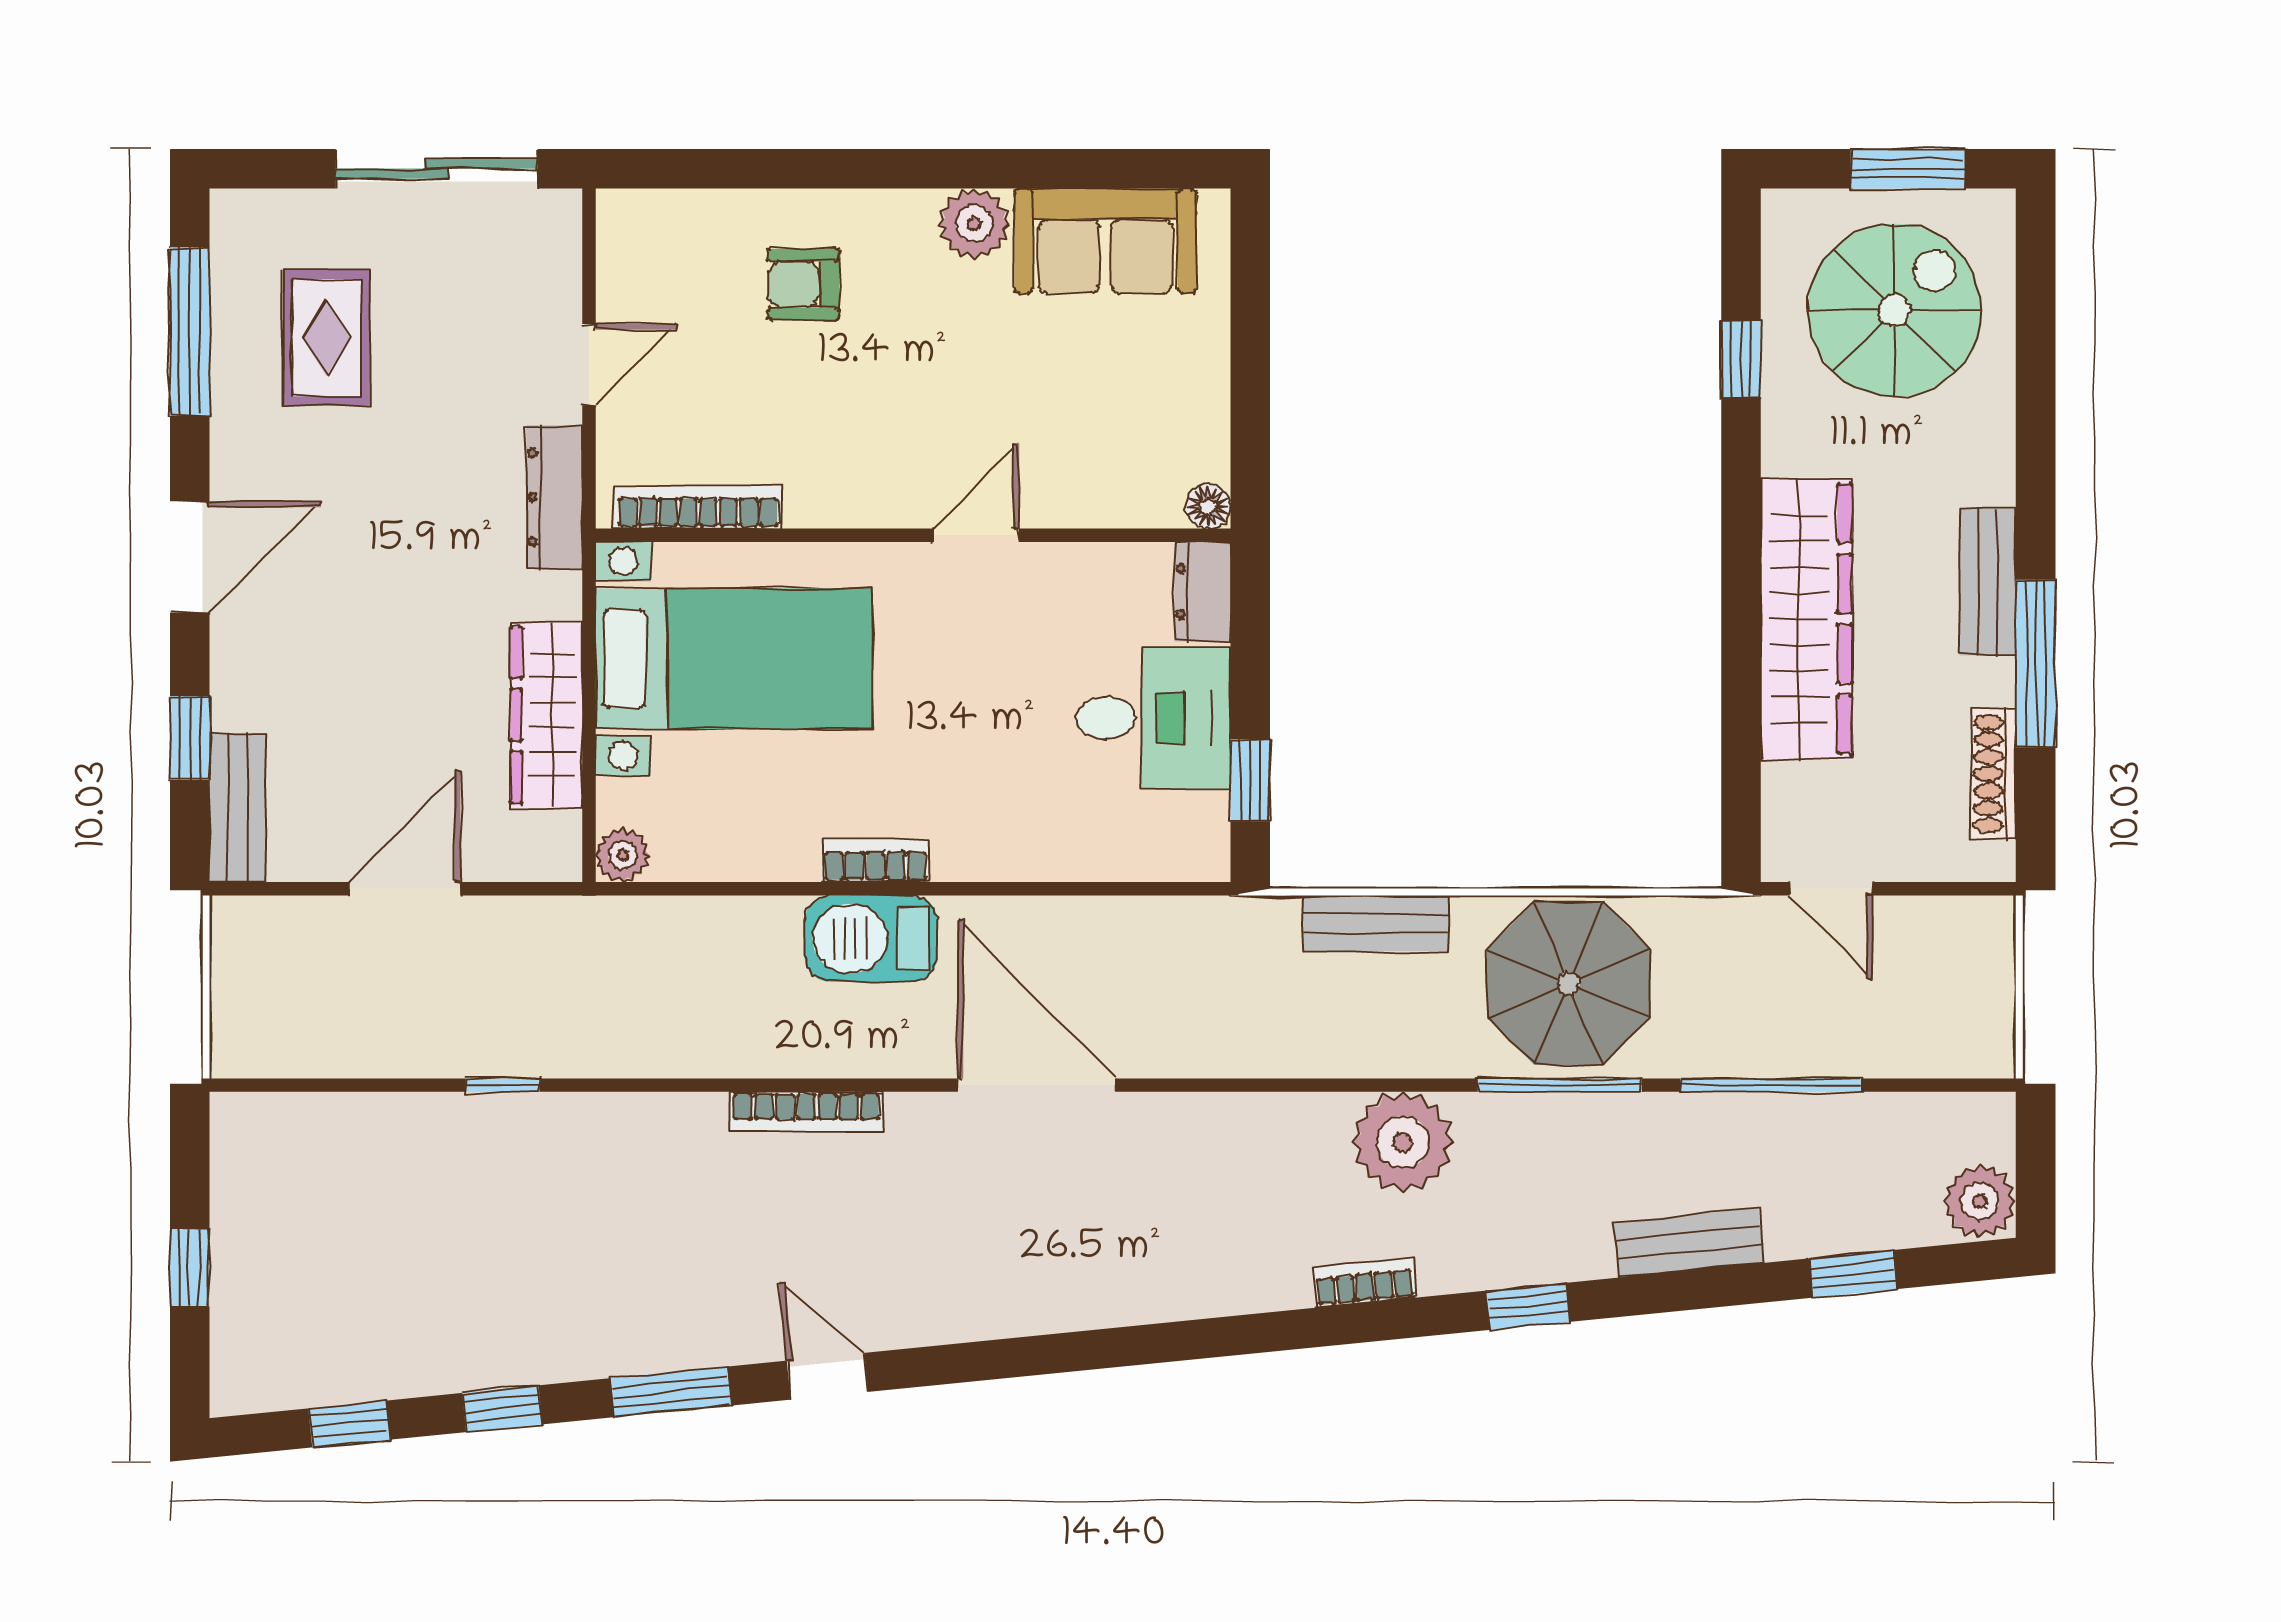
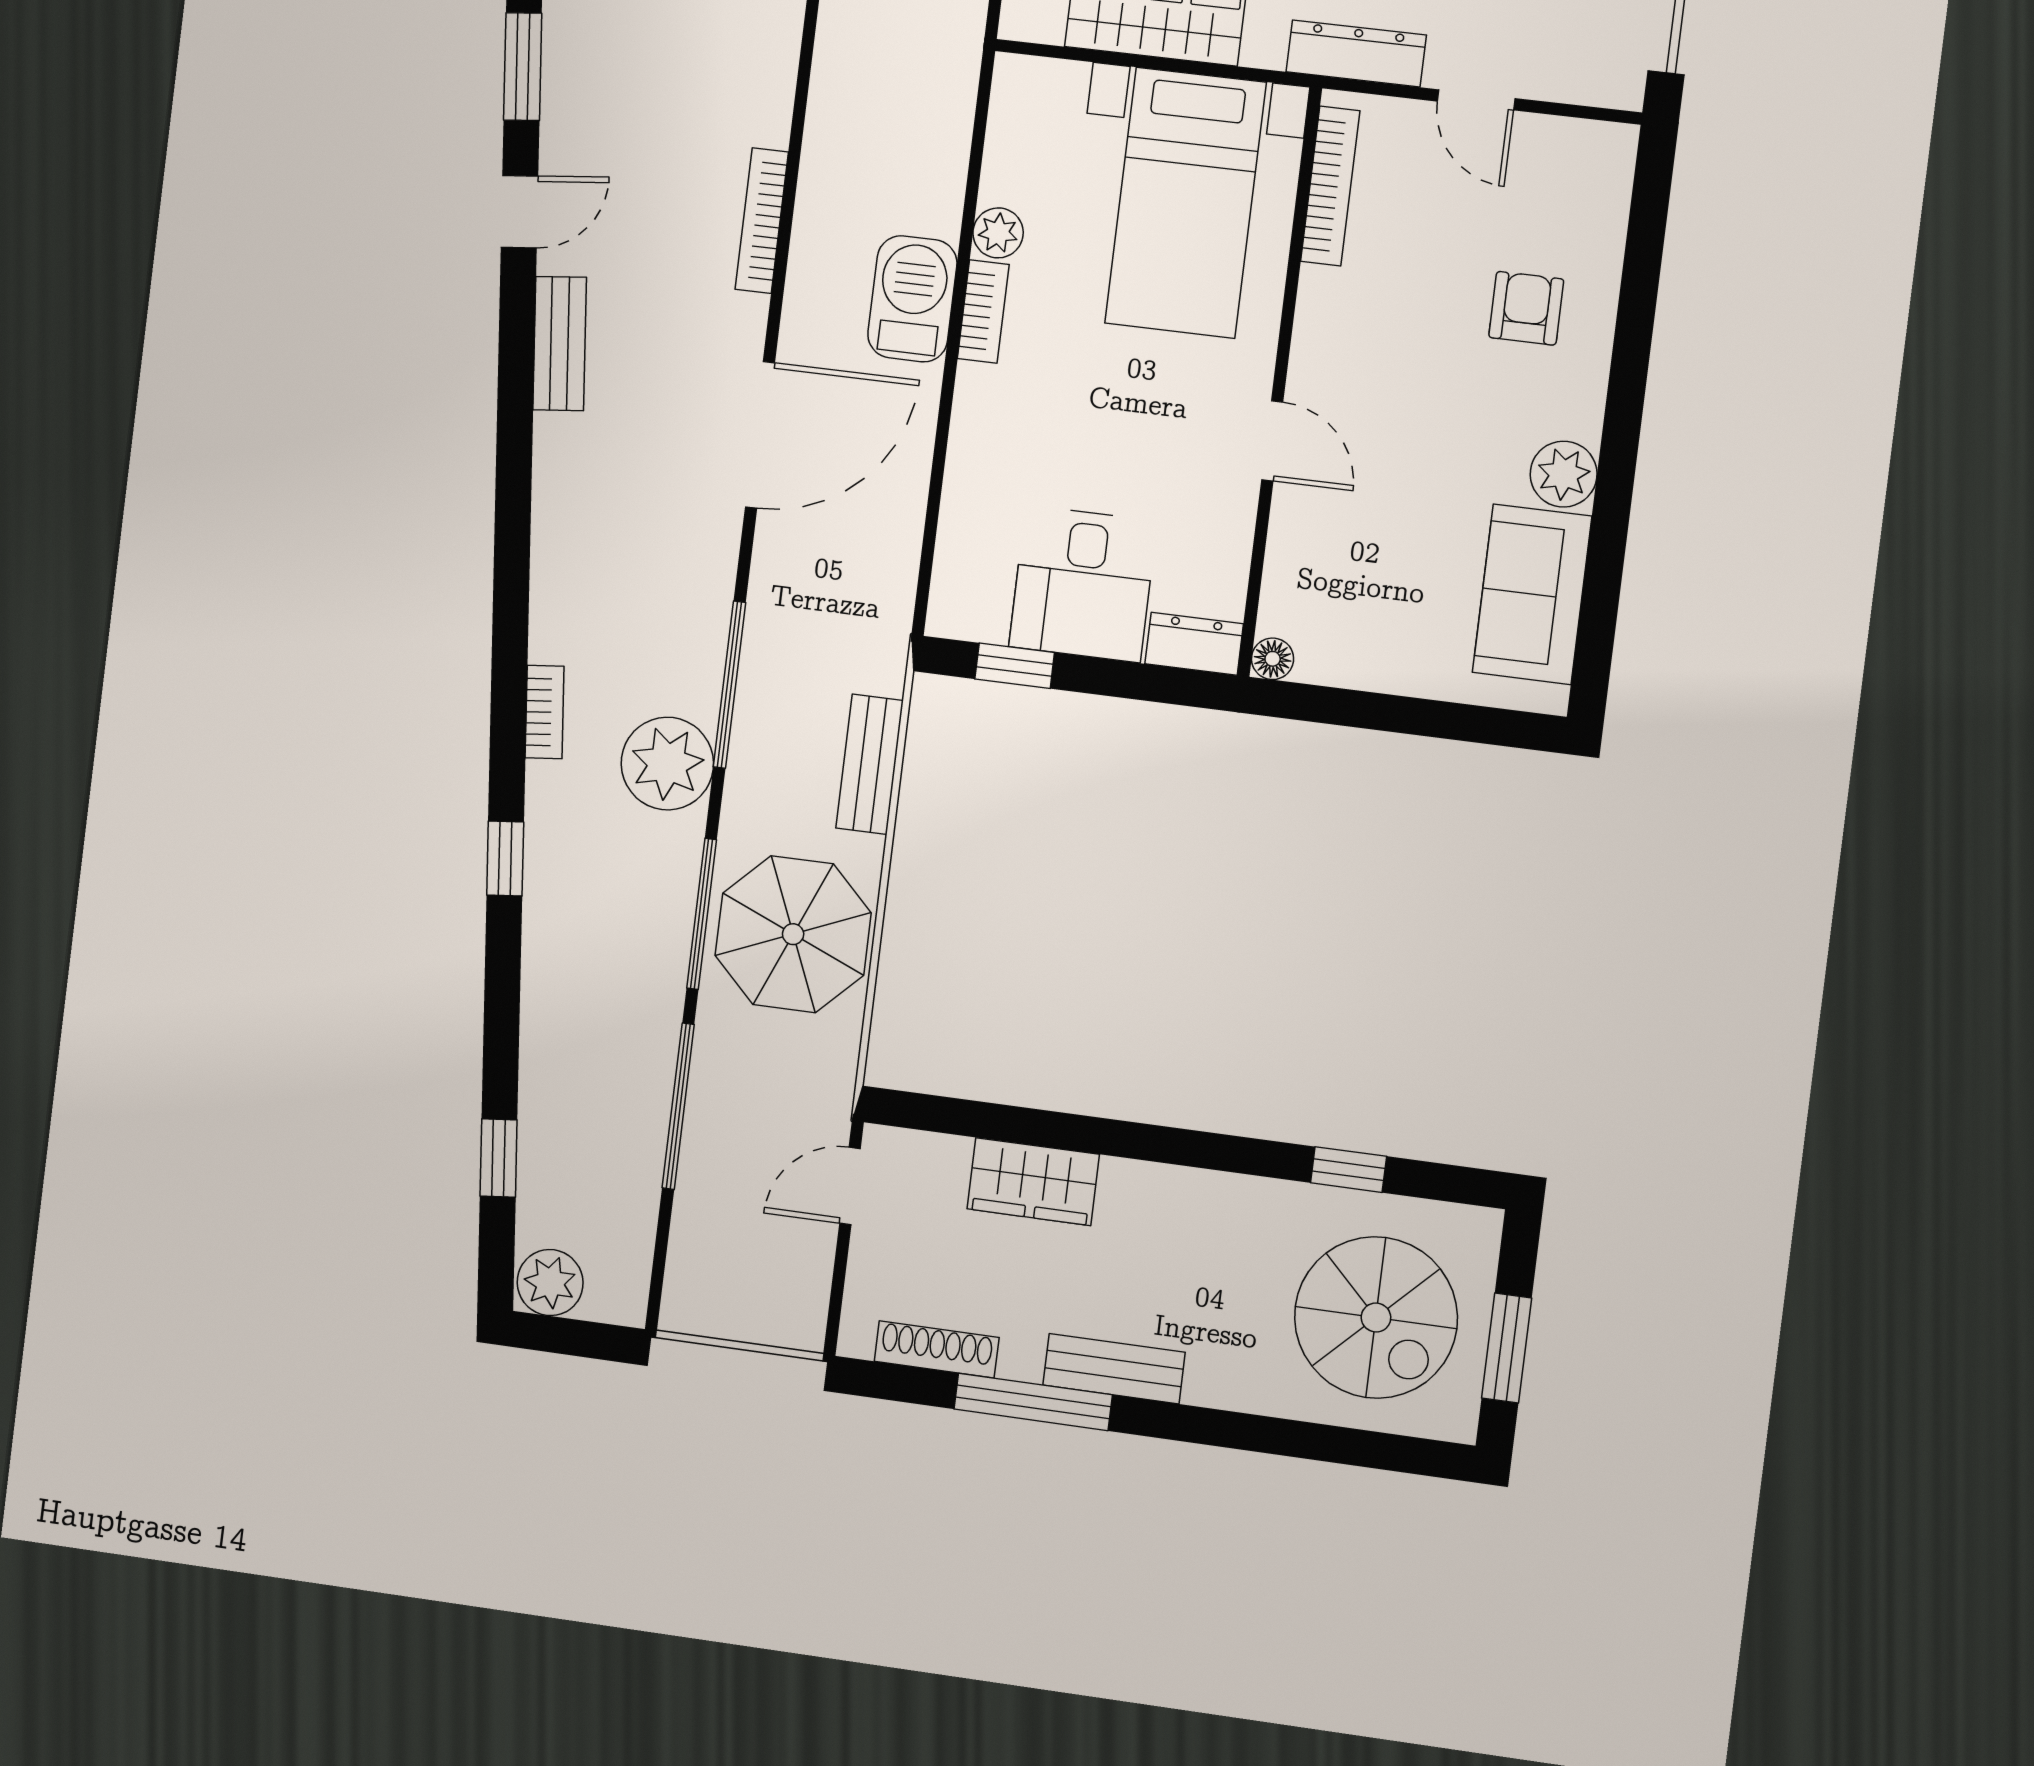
wardrobe: (1806, 619) -> (1033, 1182), width x0.48, depth x0.85
plant: (623, 855) -> (998, 233), moved
window: (1309, 1085) -> (730, 685), added
bench: (1689, 1243) -> (560, 344), moved

